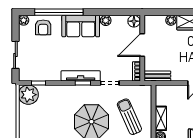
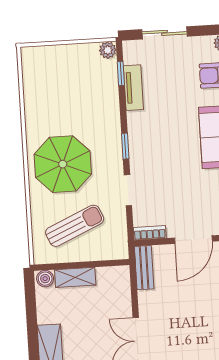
door: (142, 45) -> (193, 240), swing flipped
tv unit: (81, 76) -> (133, 88), moved, width x0.71
plant: (28, 95) -> (108, 50), width x0.53, depth x0.53

